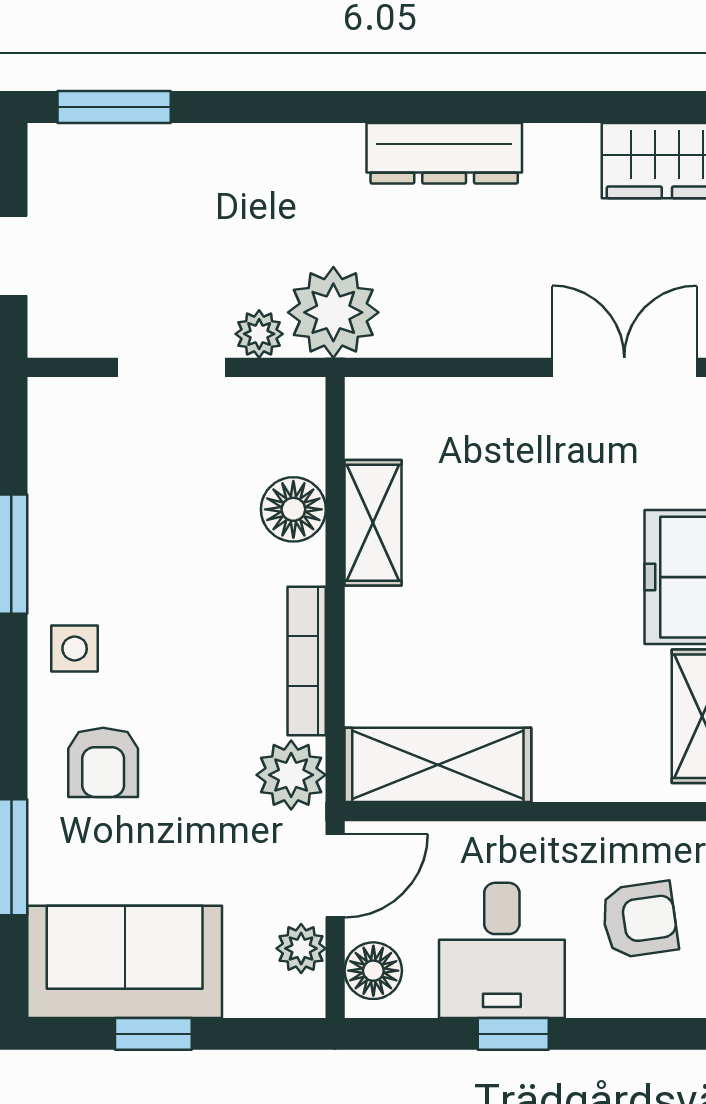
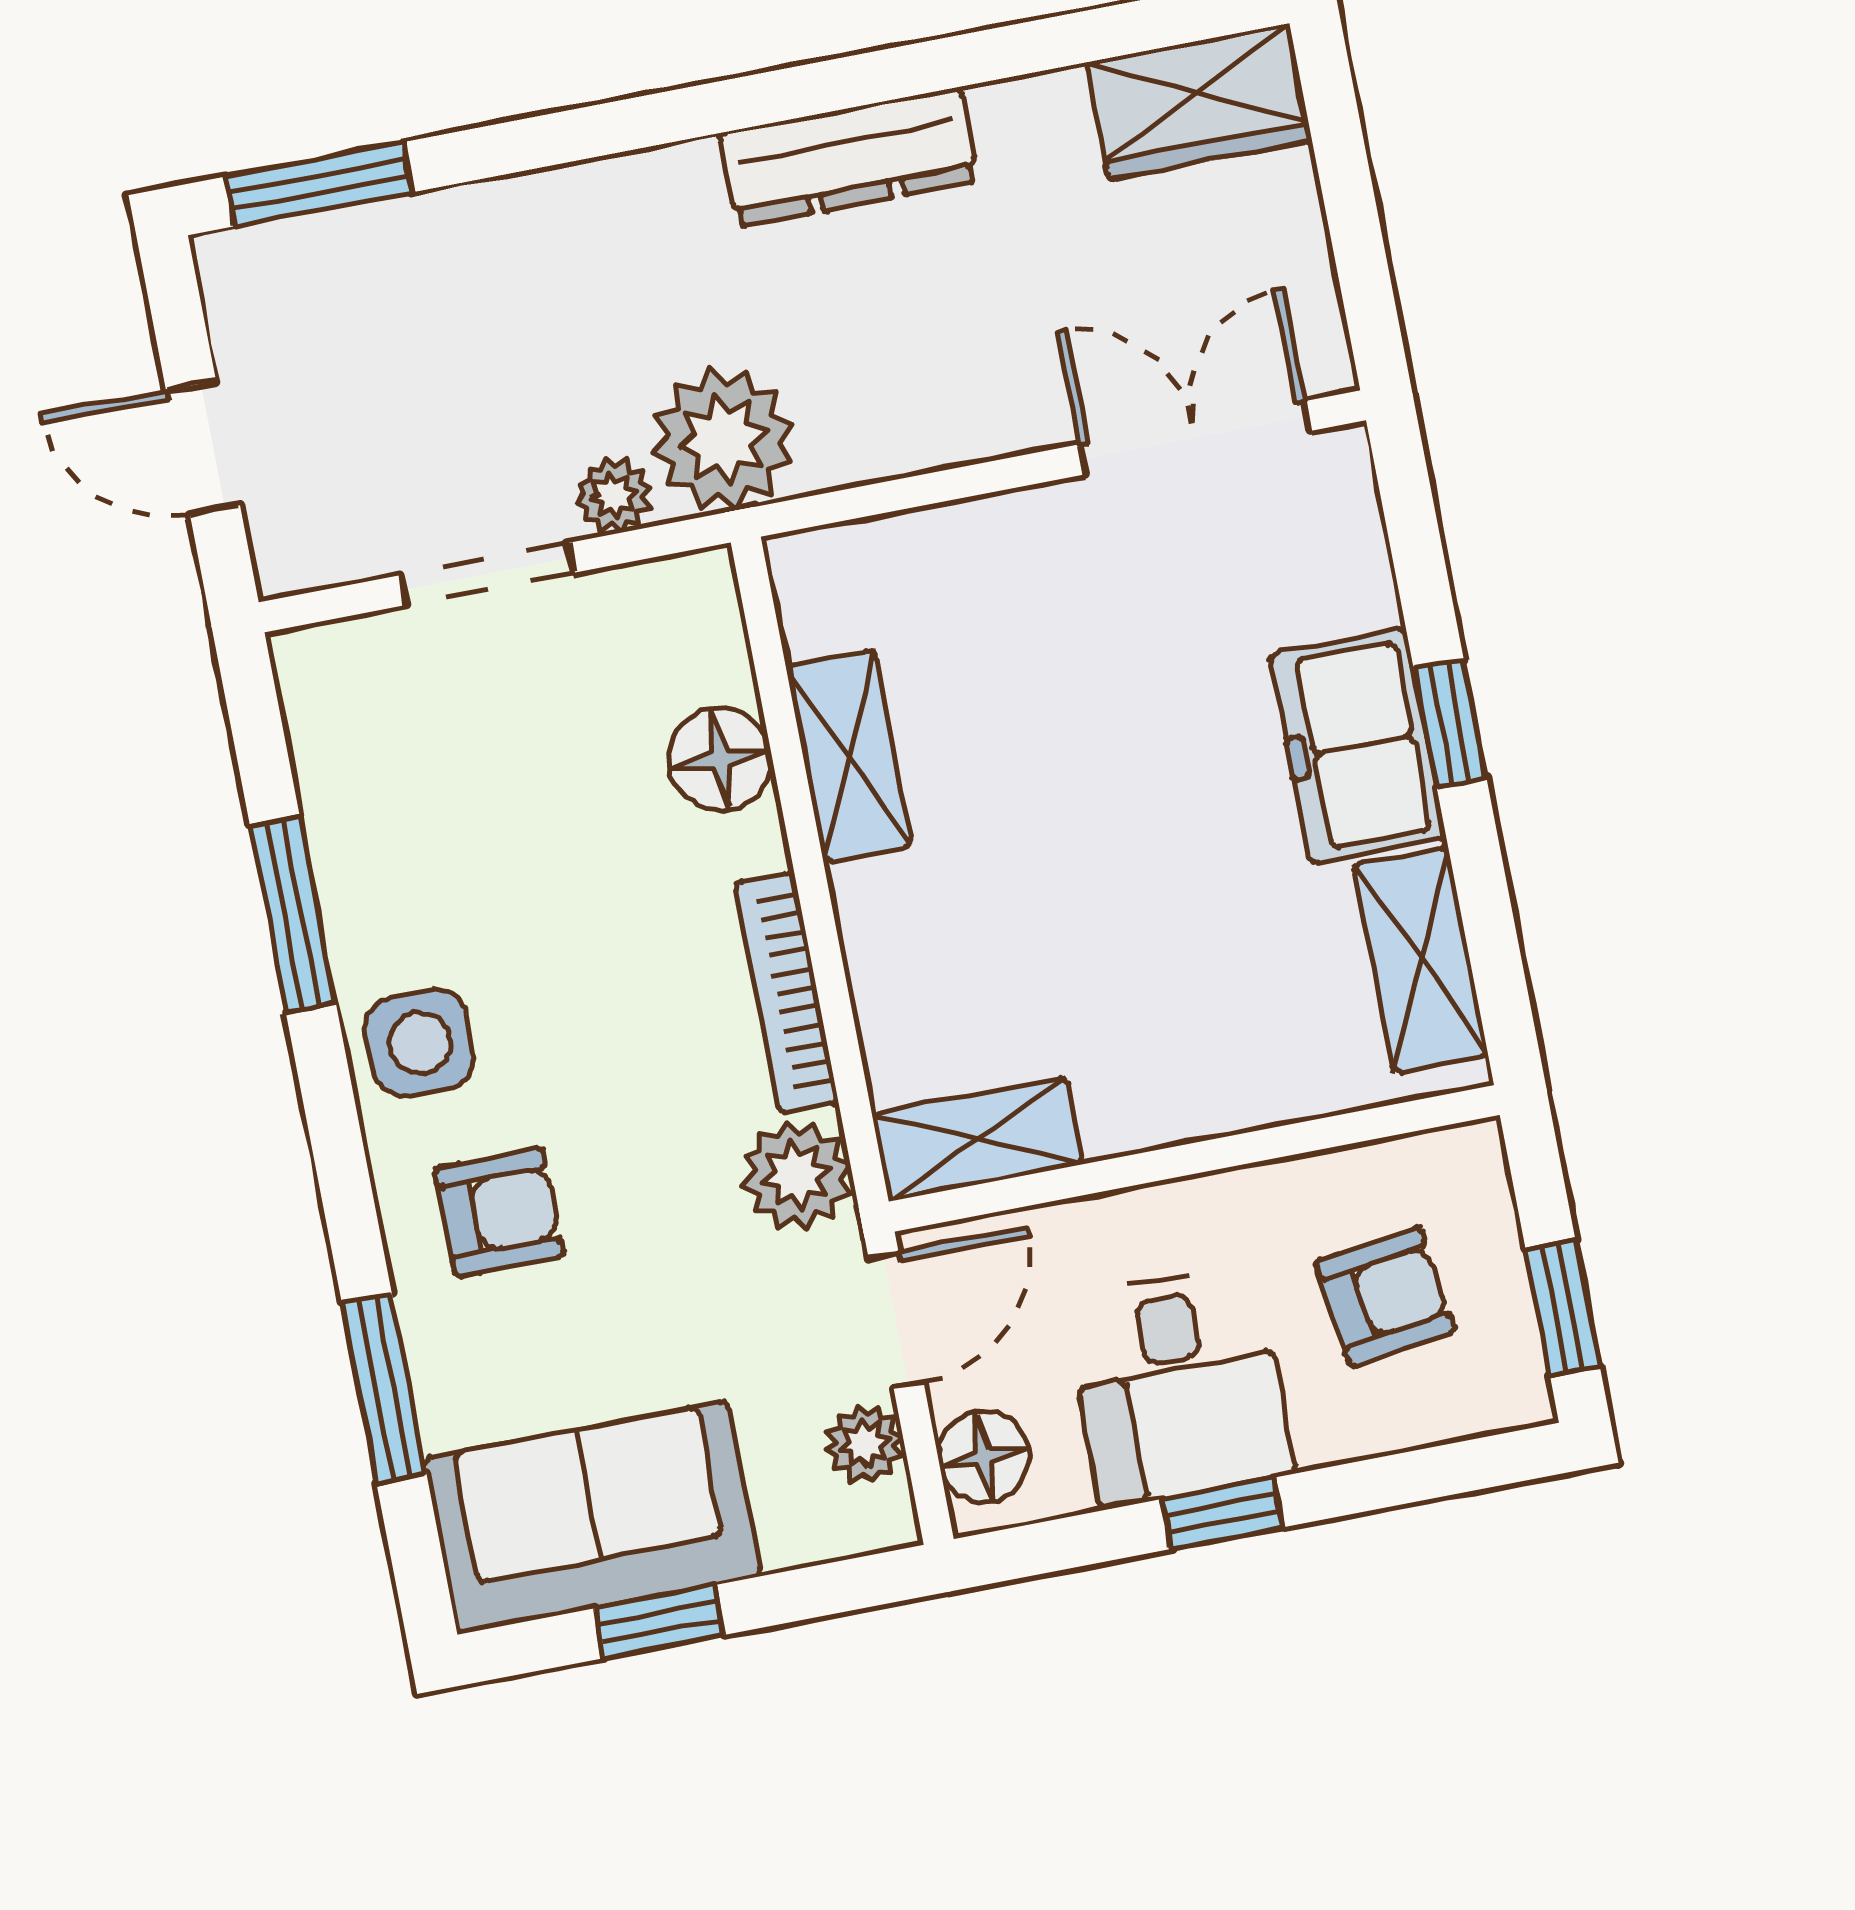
side table: (75, 649) -> (420, 1043), width x1.37, depth x1.37
armchair: (103, 762) -> (499, 1212), turned -90
shelving: (438, 765) -> (977, 1139), width x0.67, depth x0.75

